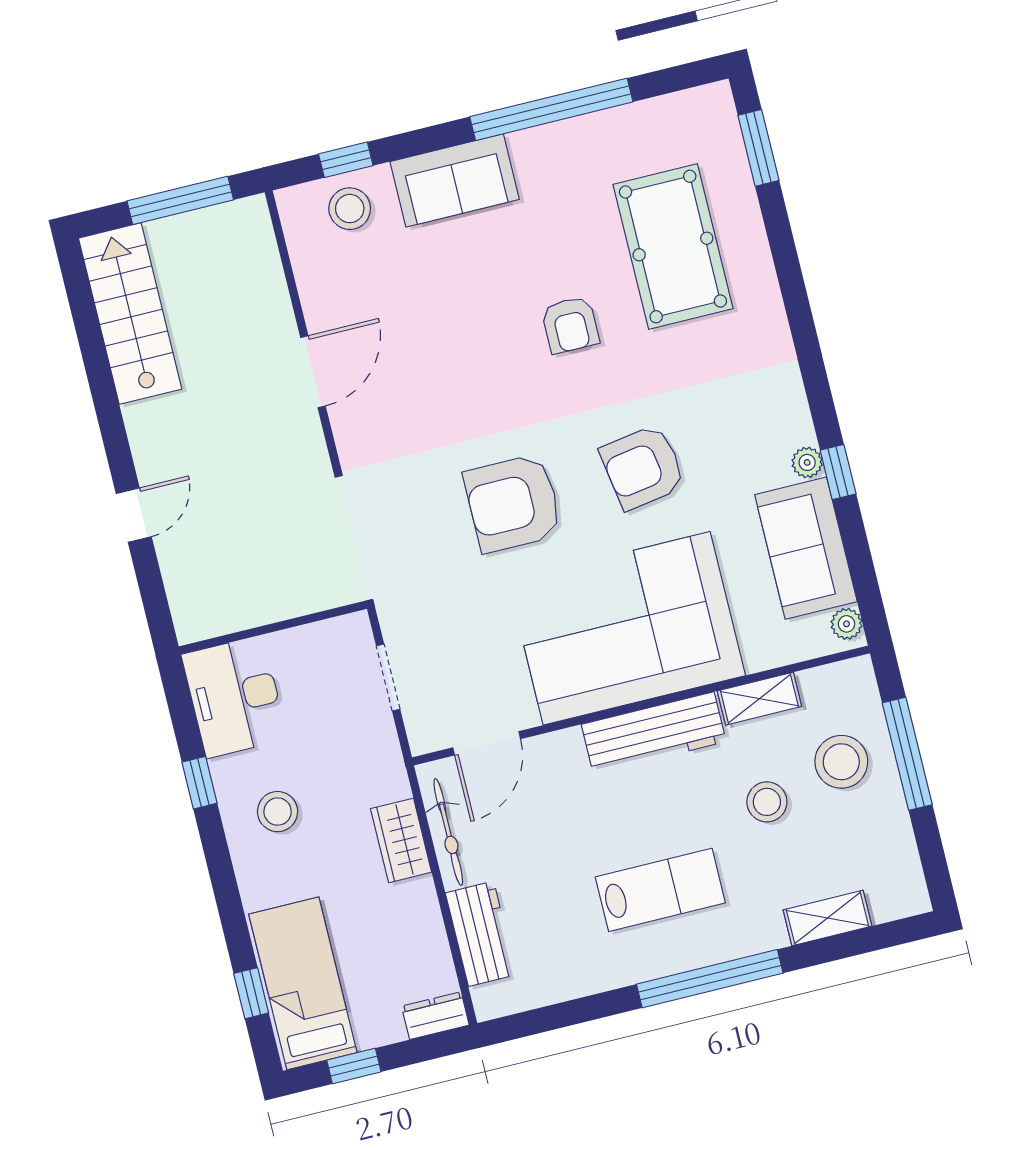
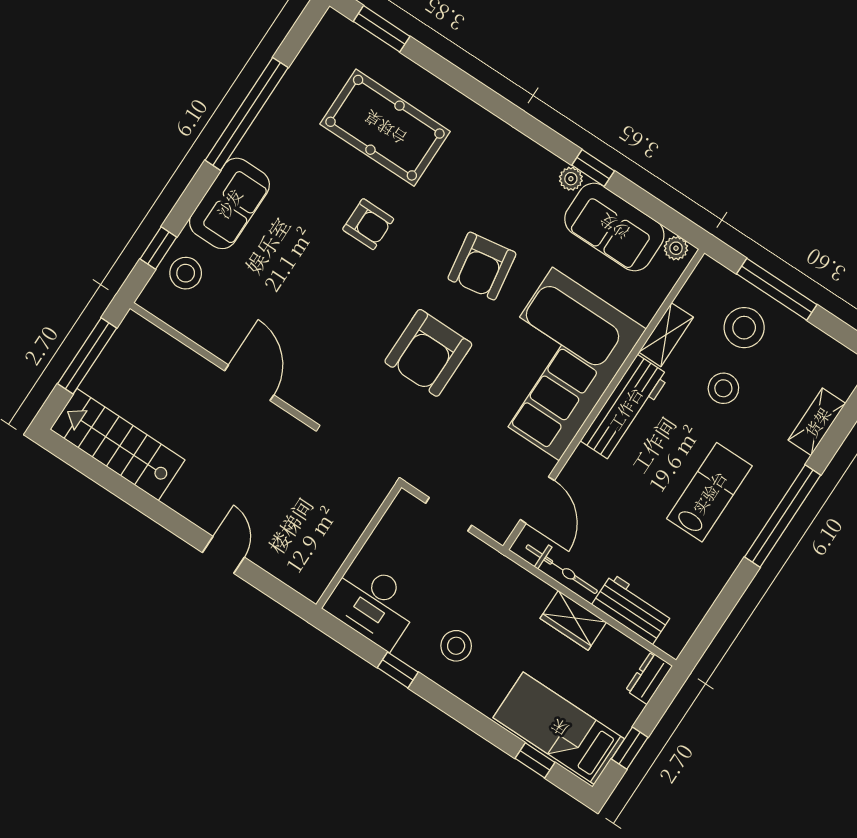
wardrobe: (401, 840) -> (573, 620), moved

